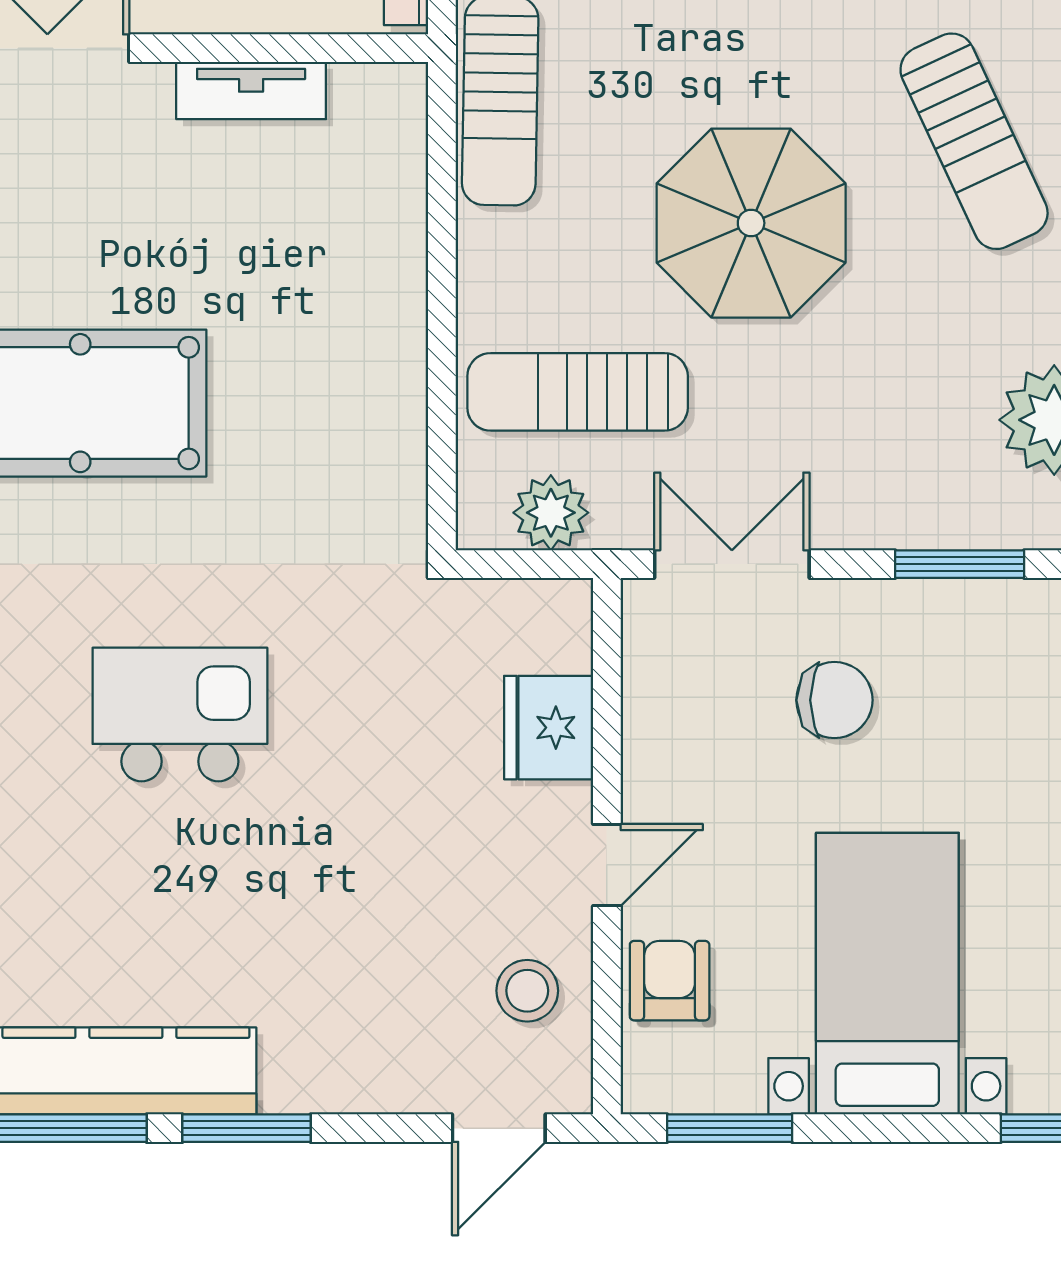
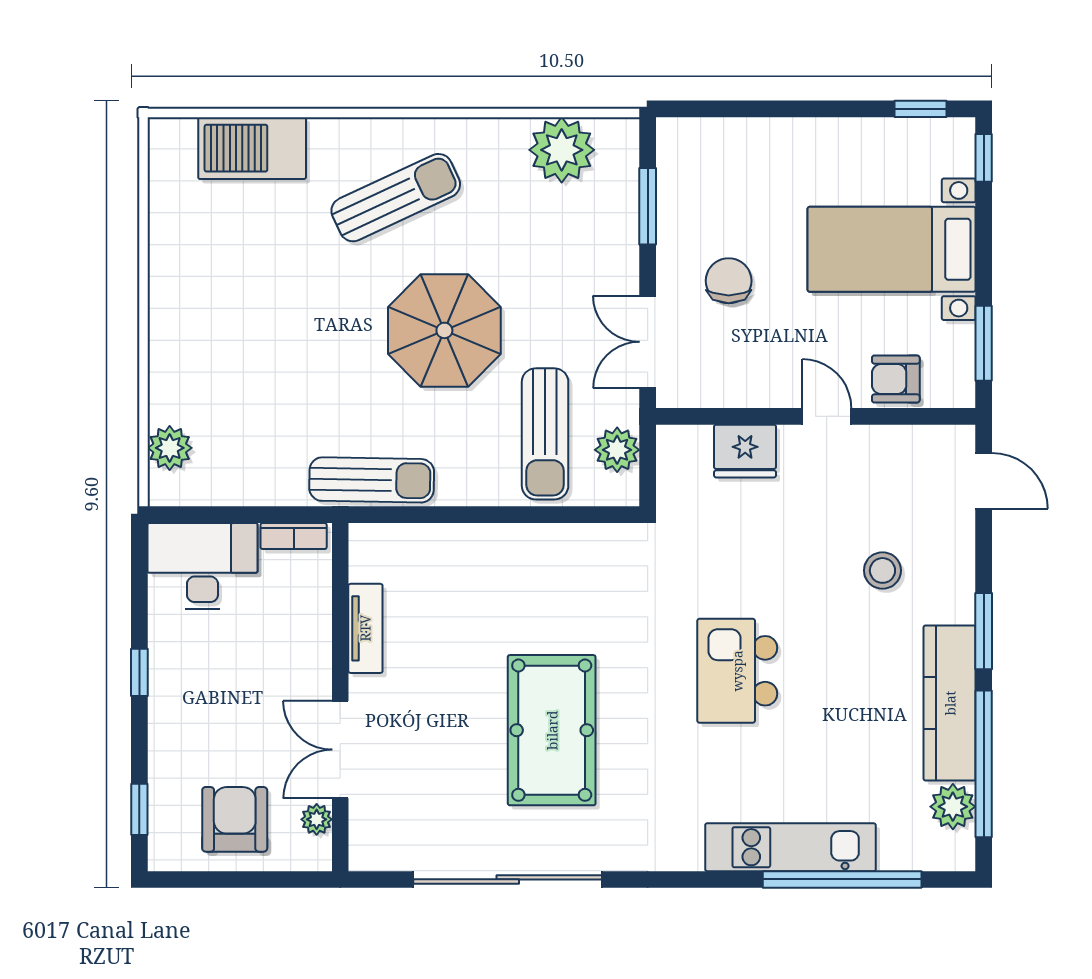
stool: (527, 991) -> (882, 570), moved

